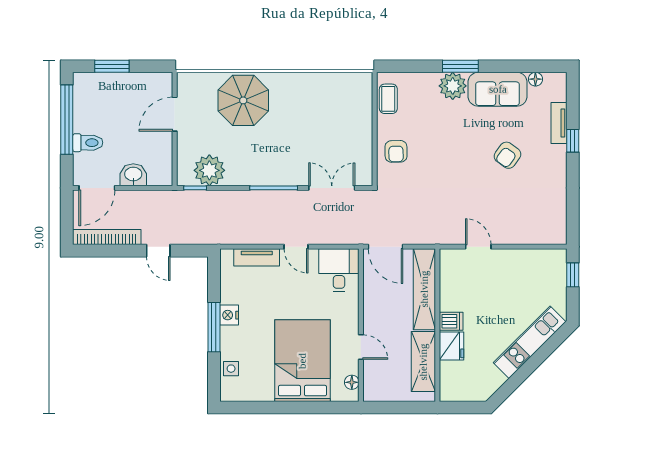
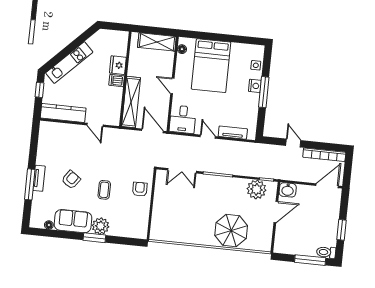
window: (112, 66) -> (310, 260), width x1.44
coffee table: (388, 99) -> (104, 190), moved
door: (175, 114) -> (276, 212), moved
window: (67, 120) -> (341, 230), width x0.47
tv unit: (559, 123) -> (39, 178), moved
window: (573, 141) -> (30, 184), width x2.17
toilet: (88, 143) -> (326, 252), moved
washbasin: (133, 175) -> (288, 190), moved
kitchen counter: (531, 261) -> (63, 113), added
window: (573, 275) -> (40, 90), moved
nightstand: (229, 315) -> (255, 86), moved
door: (361, 347) -> (172, 86), moved
shelving: (423, 362) -> (157, 42), moved, turned 90

